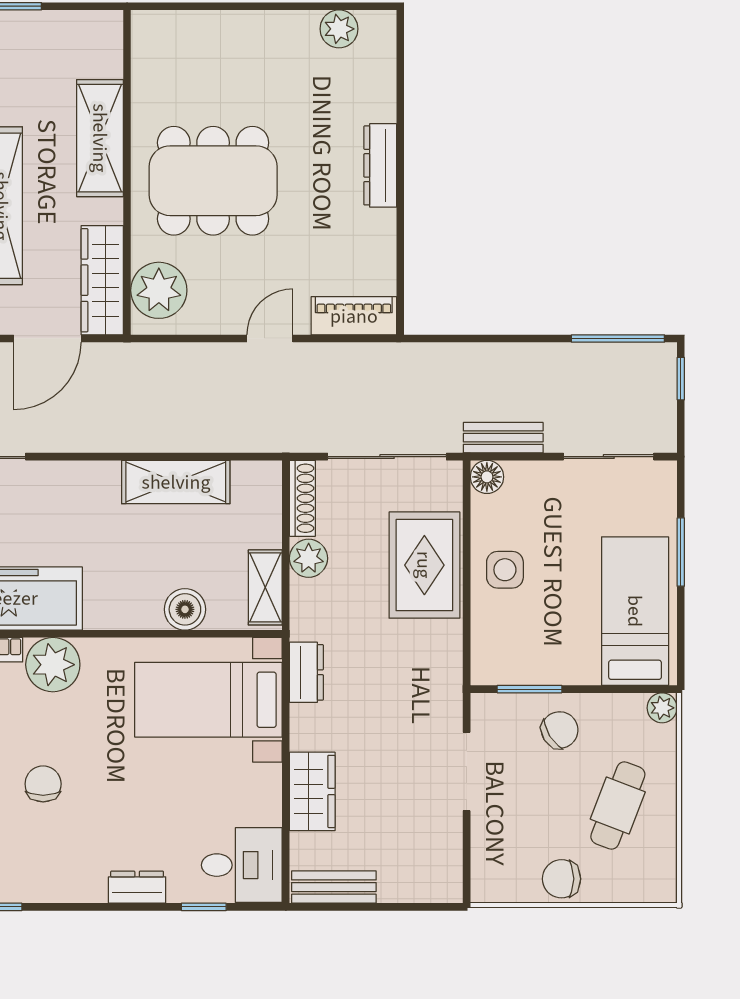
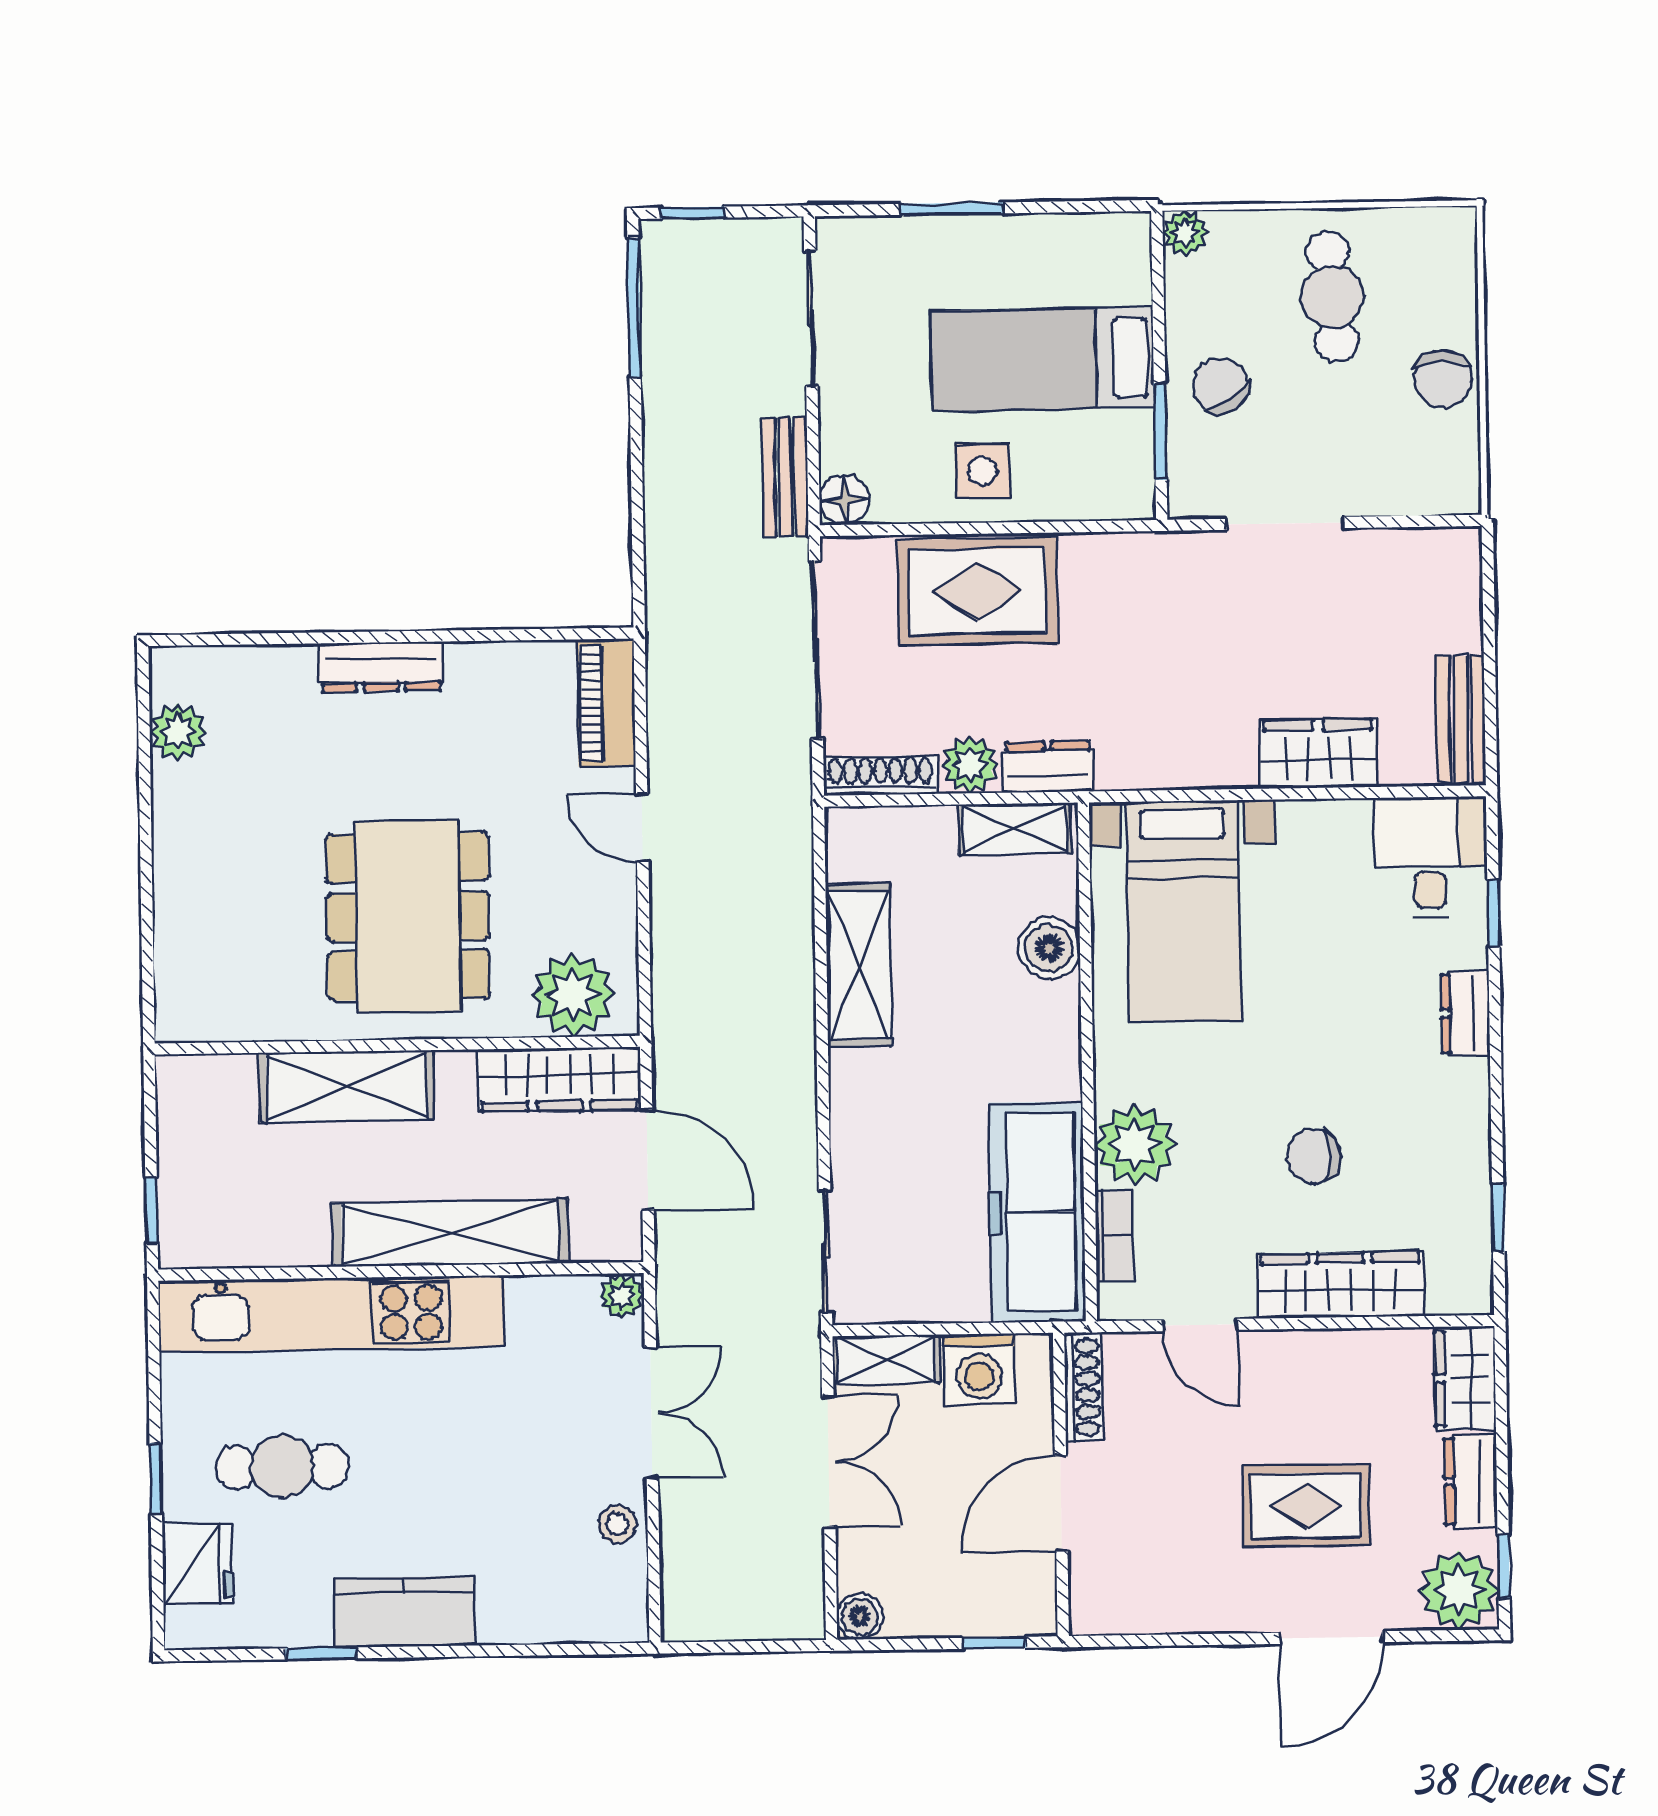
bed: (635, 611) -> (1042, 359), moved
dresser: (306, 672) -> (1048, 767), moved
cafe table: (618, 806) -> (1332, 297), turned 64

